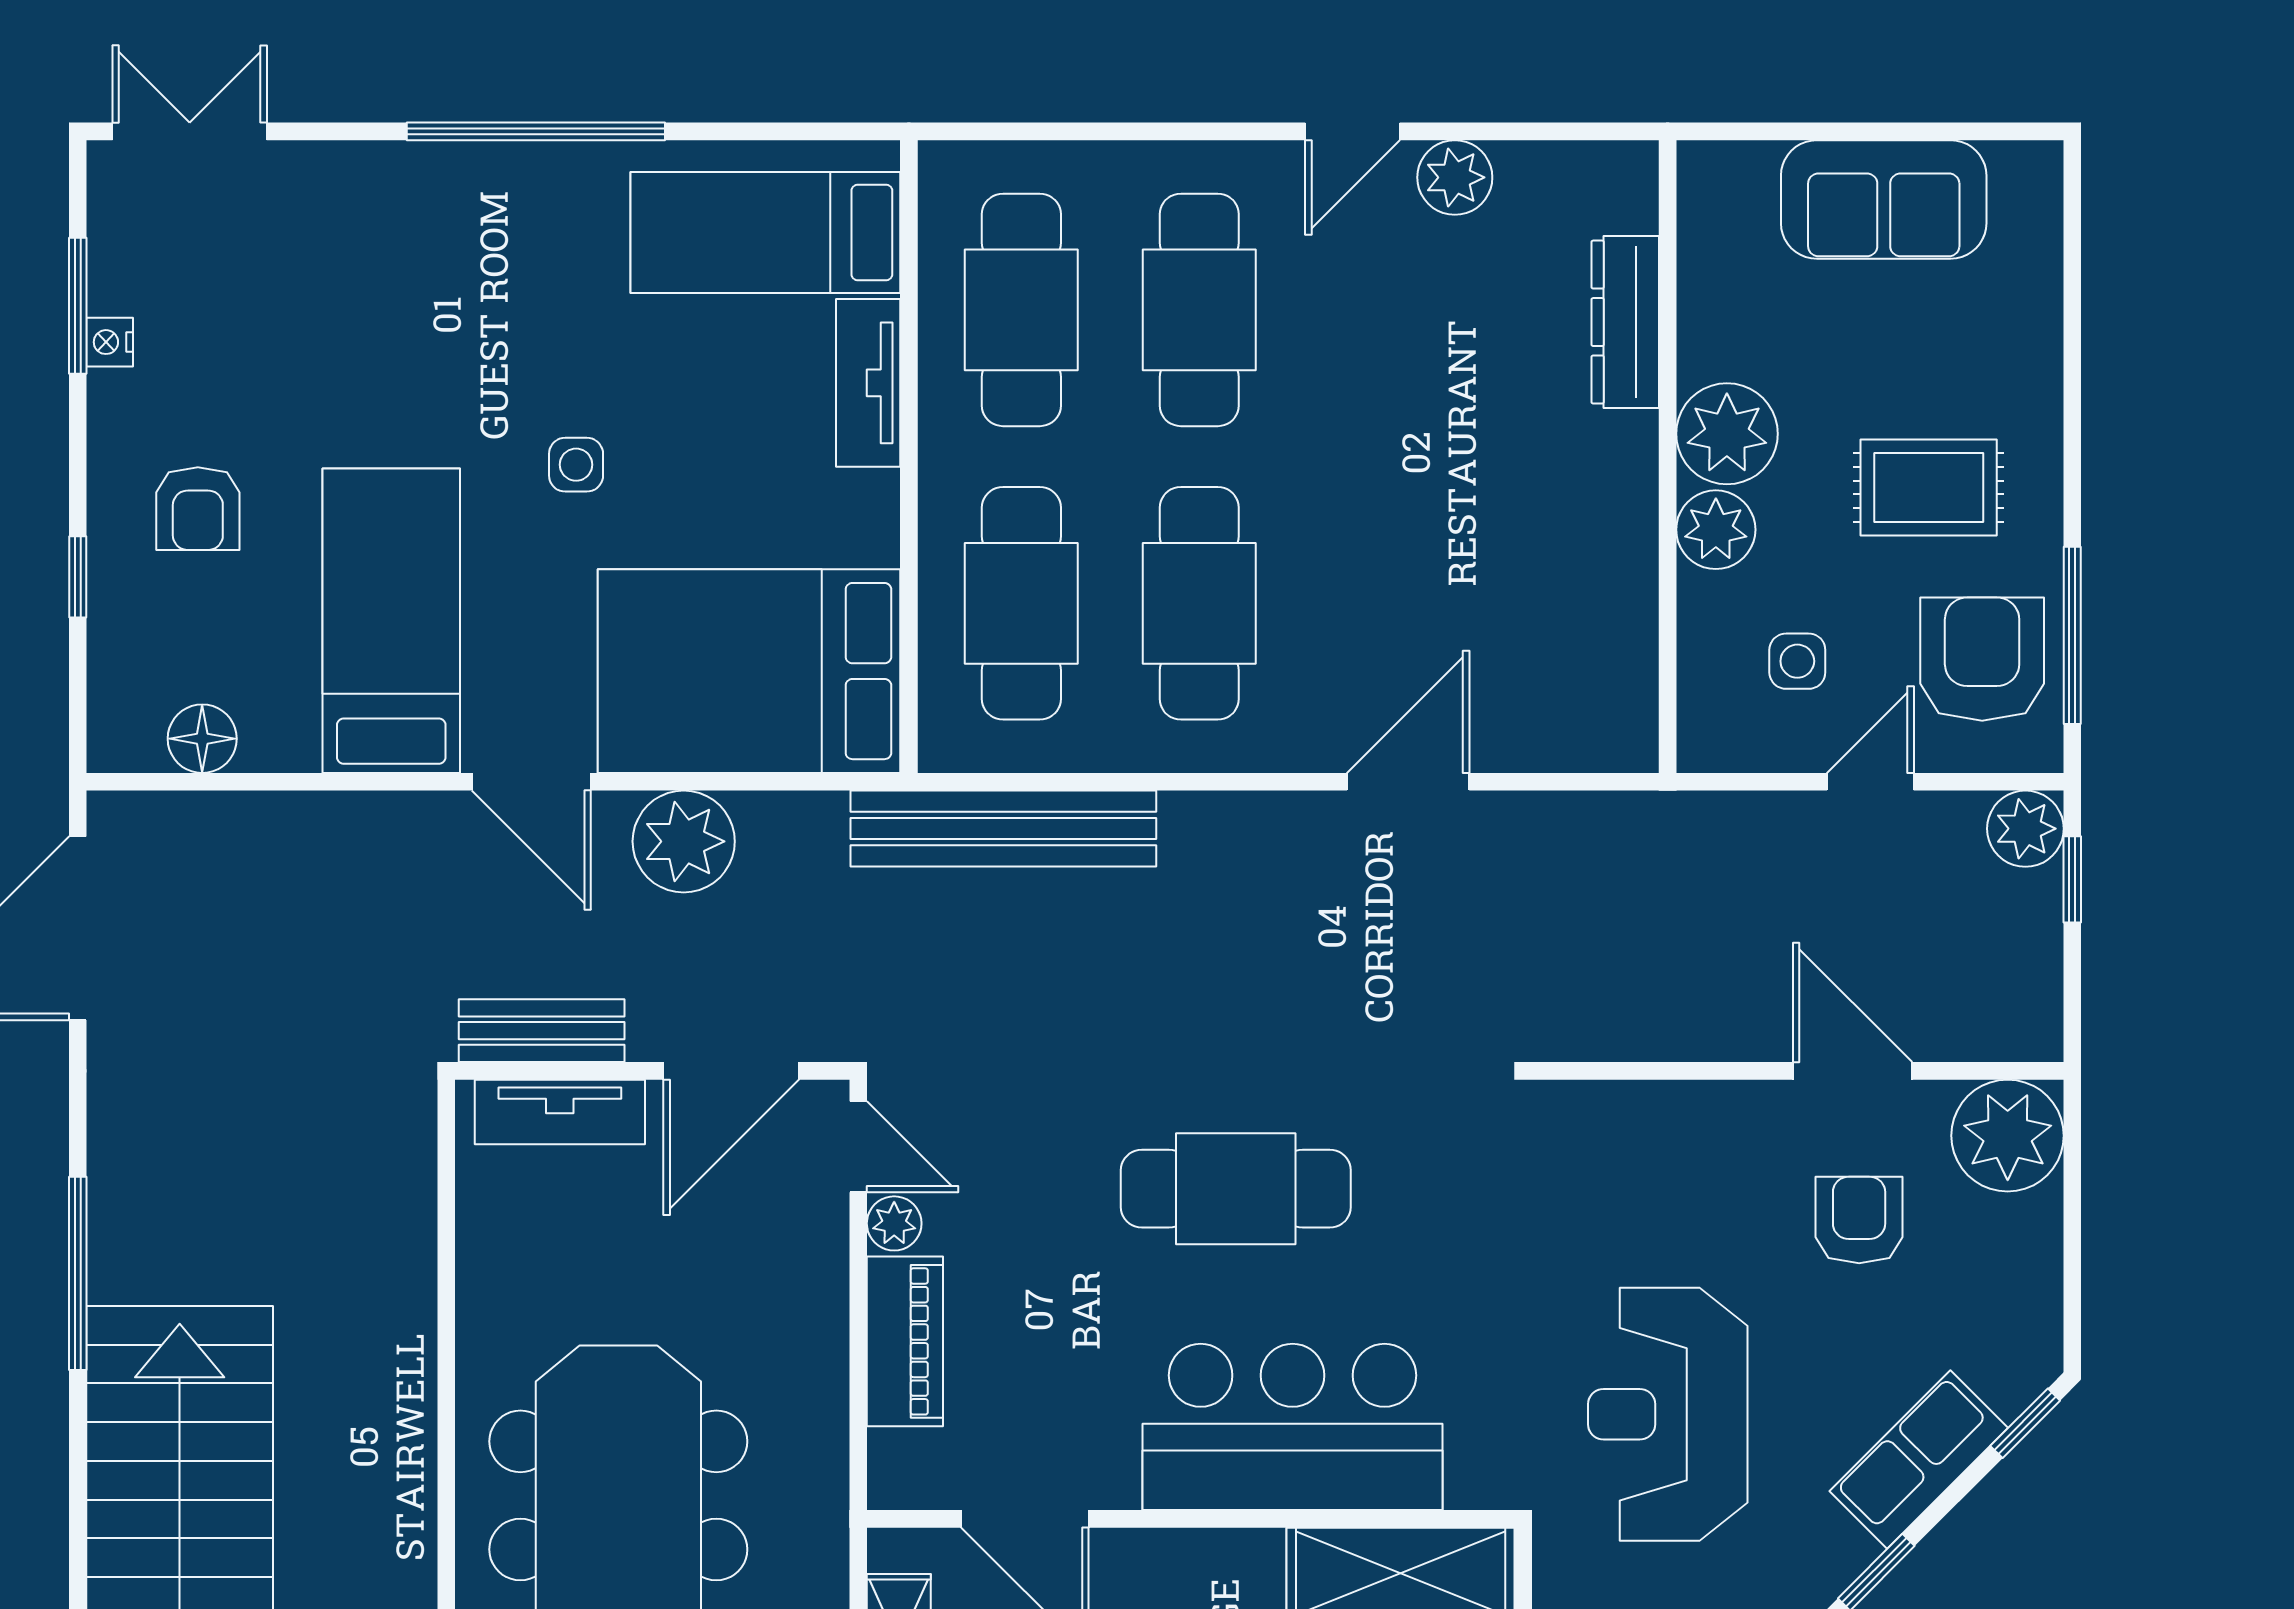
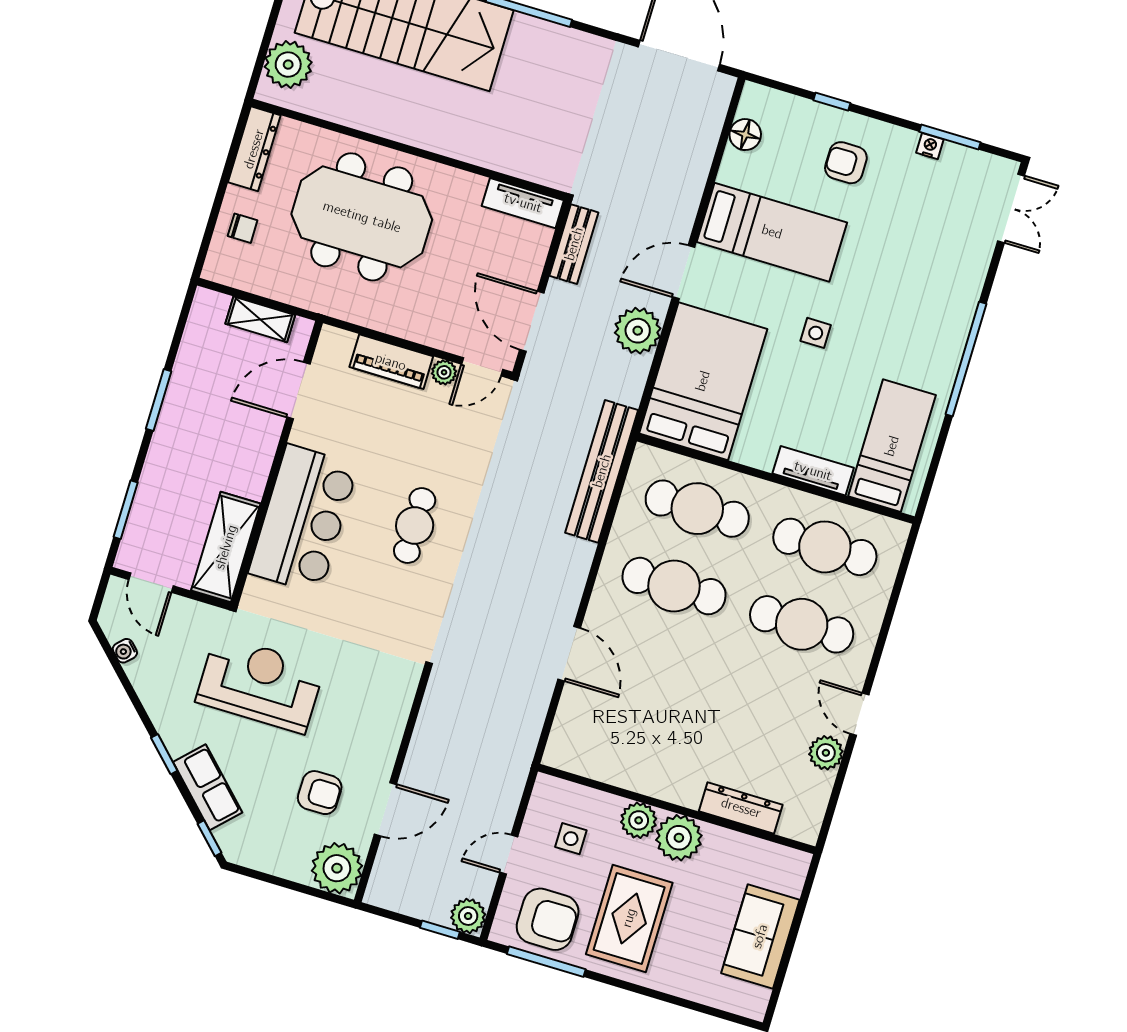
rug: (1929, 487) -> (629, 918), width x1.36, depth x1.43
door: (1870, 782) -> (509, 855), swing flipped
tv unit: (560, 1112) -> (523, 203), moved, turned -90
cafe table: (1236, 1189) -> (415, 526), width x0.73, depth x0.74

